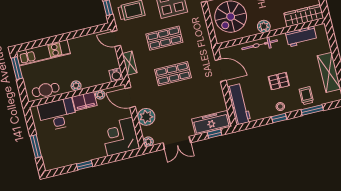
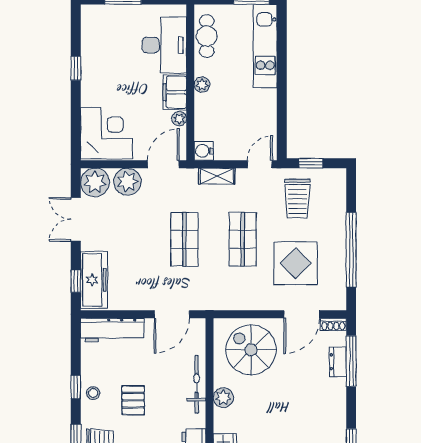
plant: (148, 142) -> (95, 182), width x1.88, depth x1.88

